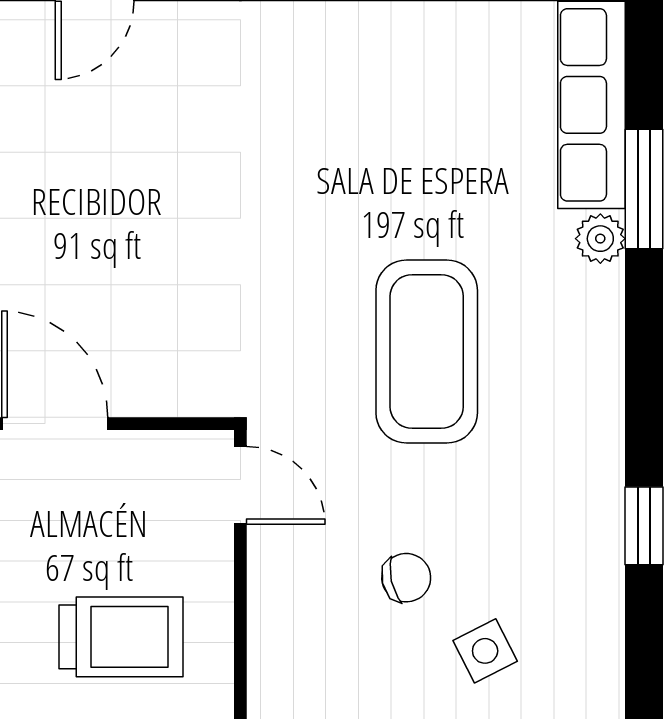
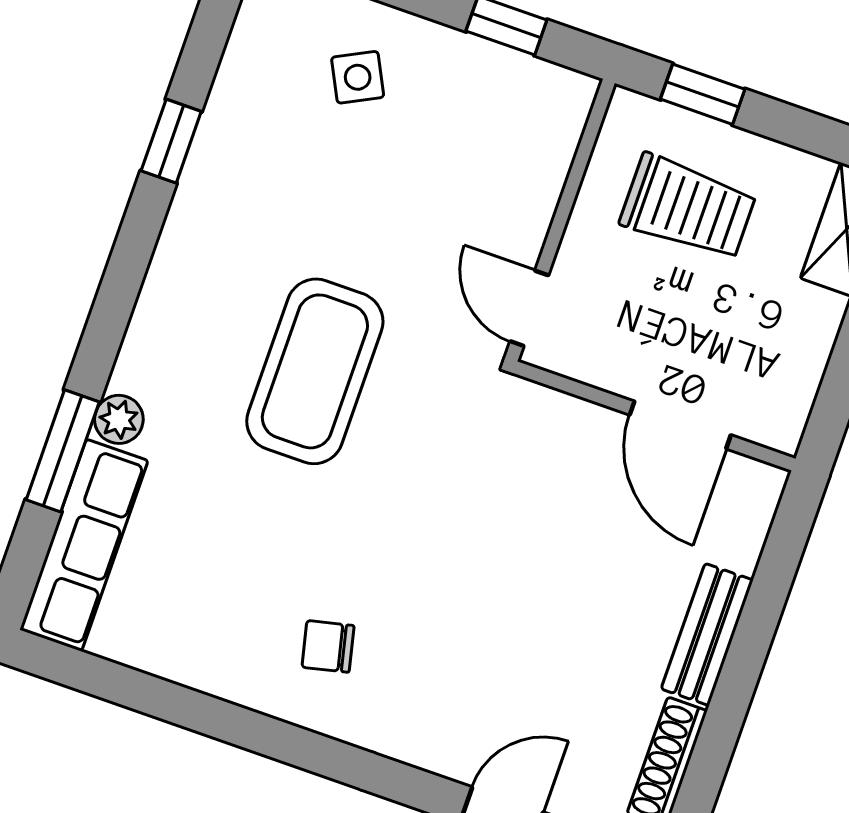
chair: (406, 578) -> (328, 646), moved
trolley: (121, 637) -> (688, 207), turned 180

